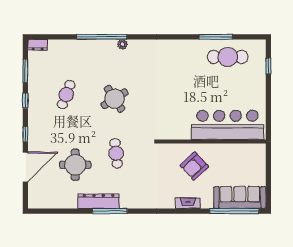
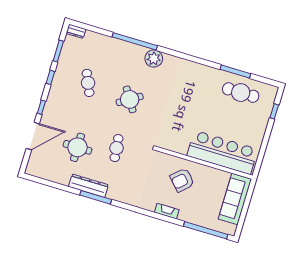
plant: (122, 44) -> (154, 59), width x1.88, depth x1.88
cafe table: (66, 95) -> (88, 83), turned -45
sofa: (240, 197) -> (235, 199), moved, turned -90

